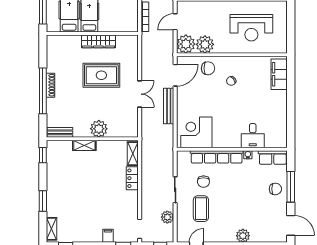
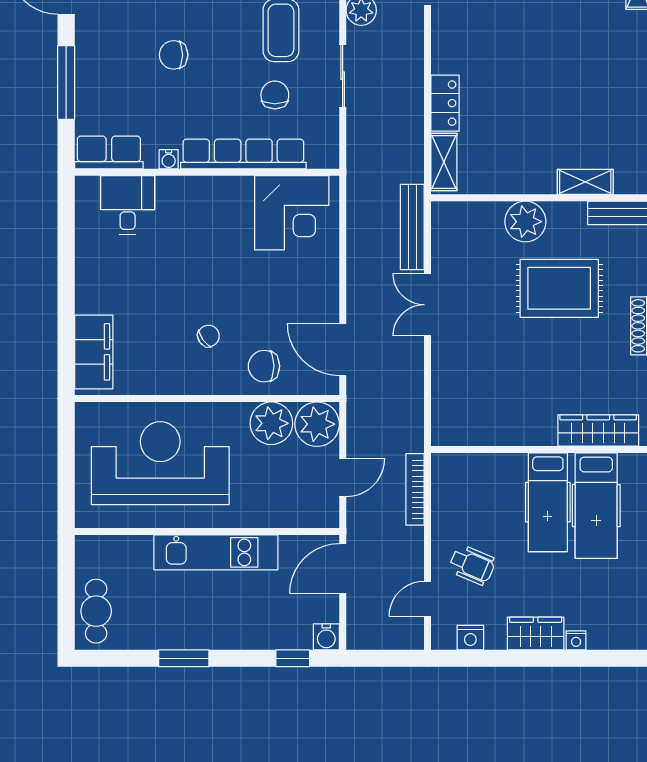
reception desk: (251, 28) -> (160, 463), width x1.36, depth x1.30
wardrobe: (98, 41) -> (598, 430), moved
rug: (101, 75) -> (559, 288), moved
door: (175, 75) -> (343, 350), hinge flipped
bench: (169, 106) -> (412, 227), moved
desk: (253, 136) -> (128, 205), moved
shelving: (84, 145) -> (585, 182), moved
chair: (275, 189) -> (174, 55), moved

